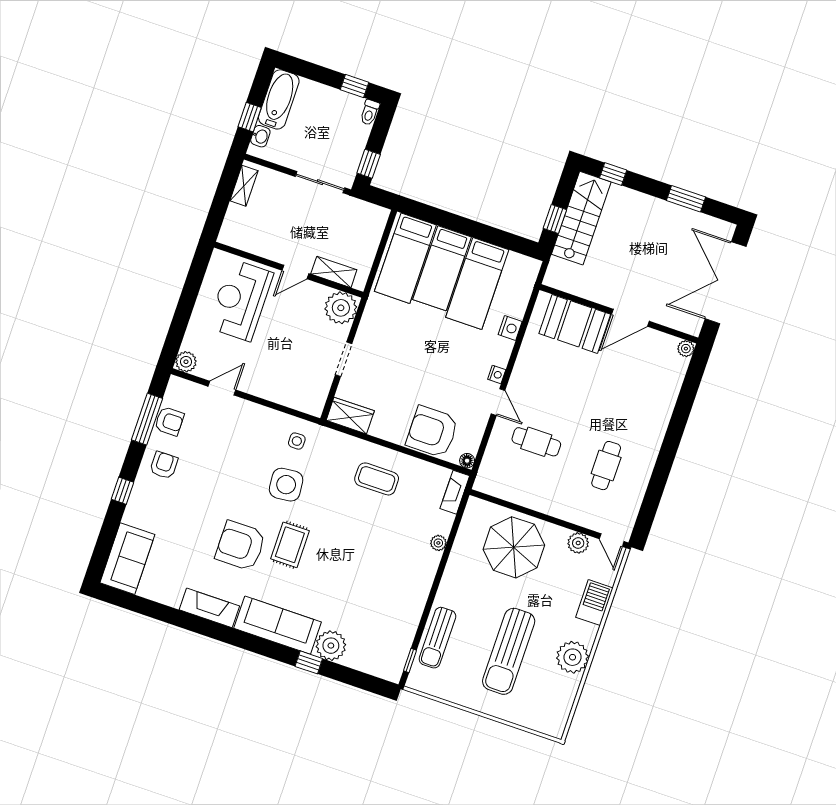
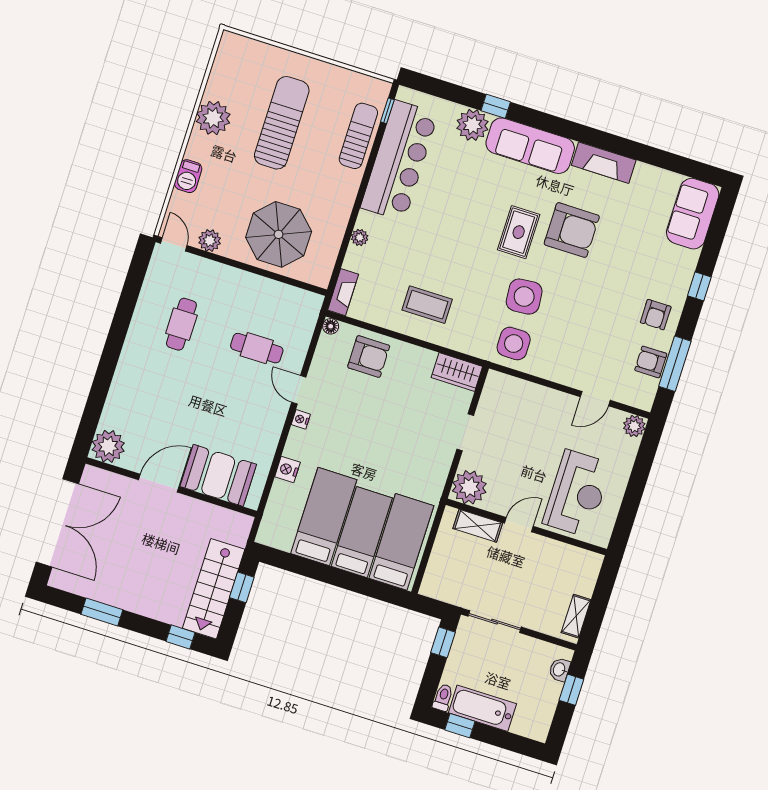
bathtub: (279, 99) -> (482, 708), moved, turned 90
plant: (686, 349) -> (108, 446), width x1.87, depth x1.87
armchair: (432, 432) -> (369, 357), width x0.73, depth x0.73
side table: (297, 441) -> (514, 344), width x1.87, depth x1.87
barbecue: (594, 603) -> (188, 176), width x0.73, depth x0.79
bar counter: (400, 614) -> (399, 160), added

